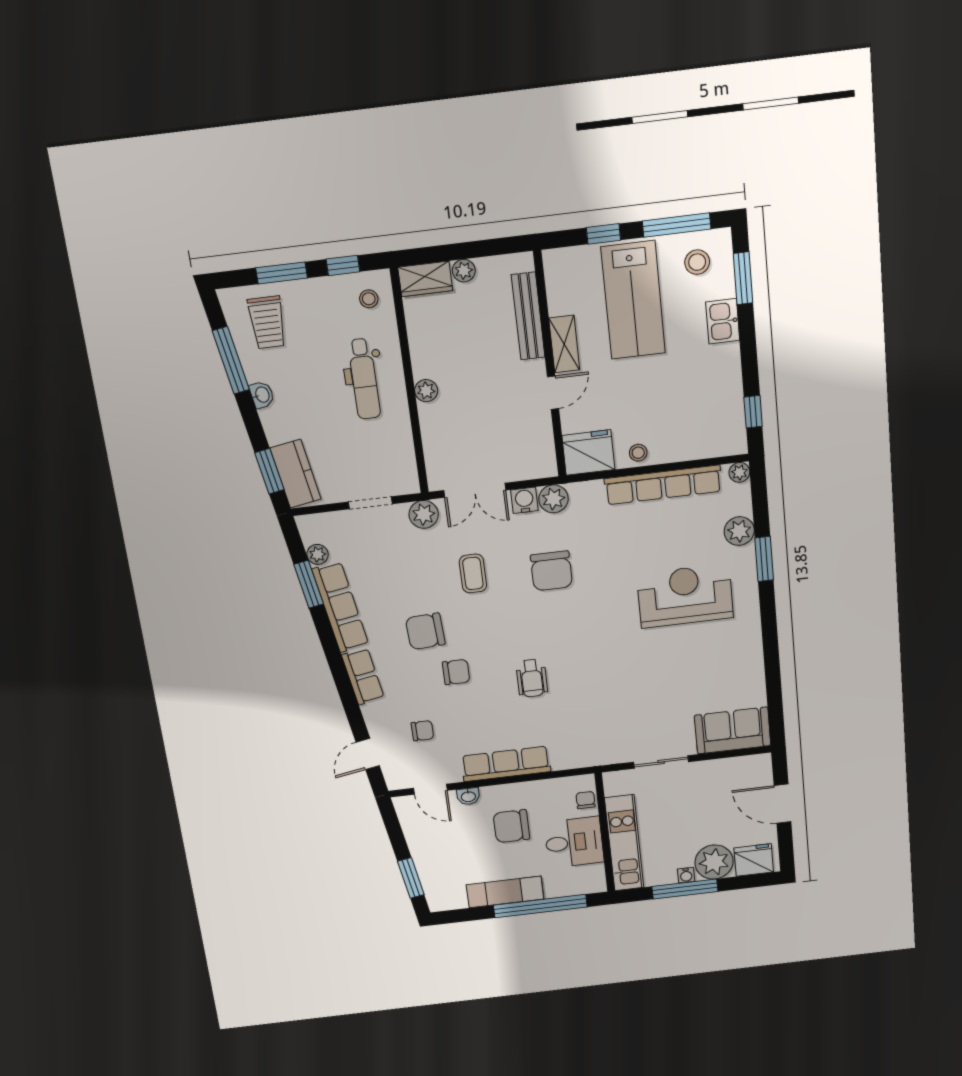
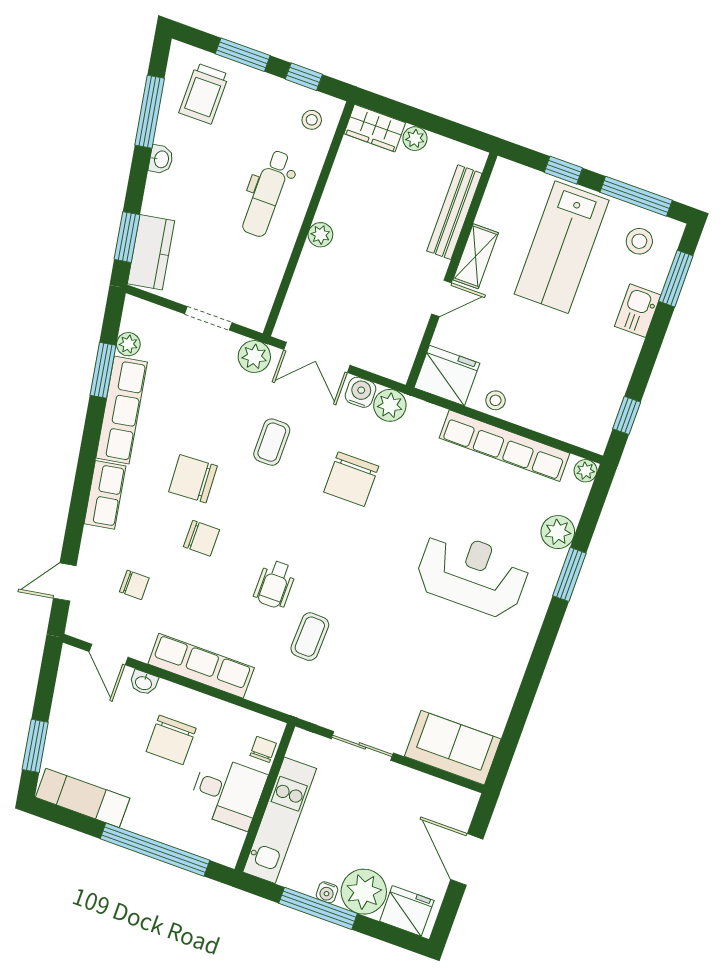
coffee table: (579, 703) -> (310, 637), added
chair: (511, 826) -> (171, 740), turned -90
exam couch: (505, 892) -> (83, 798), moved

